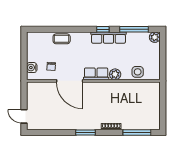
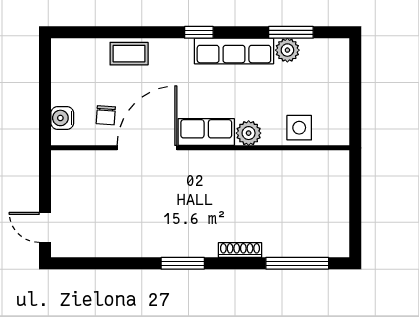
window: (103, 29) -> (199, 32), moved
window: (134, 29) -> (291, 32), width x0.69
plant: (155, 37) -> (287, 50), moved
door: (70, 81) -> (147, 148), swing flipped

